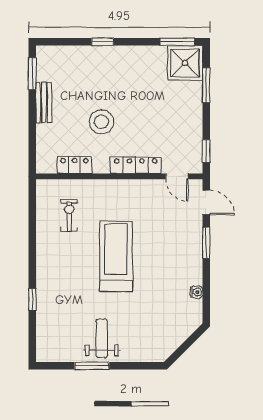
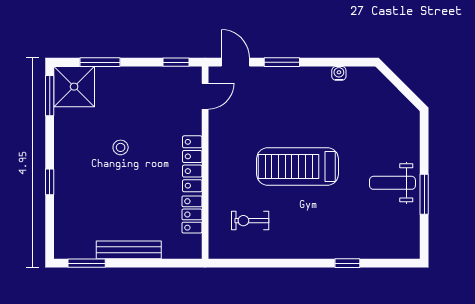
bench: (44, 103) -> (129, 250), width x1.36
stool: (101, 122) -> (121, 147), moved, width x0.53, depth x0.53
locker: (136, 165) -> (192, 164), moved
door: (206, 202) -> (235, 62), hinge flipped

